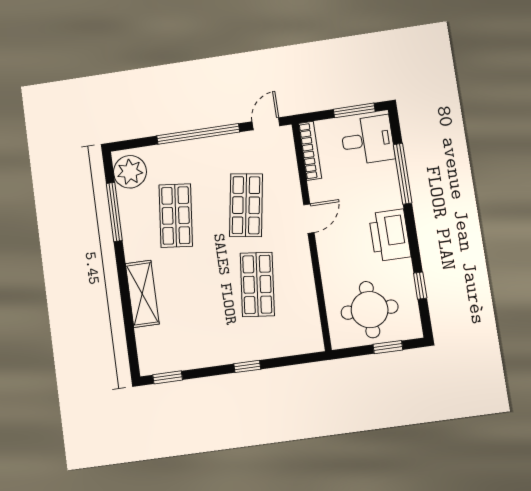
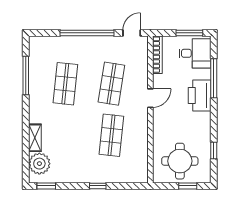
plant: (130, 172) -> (39, 164), moved
printer: (390, 235) -> (200, 95), moved
shelving: (142, 294) -> (35, 138), width x0.67, depth x0.75

